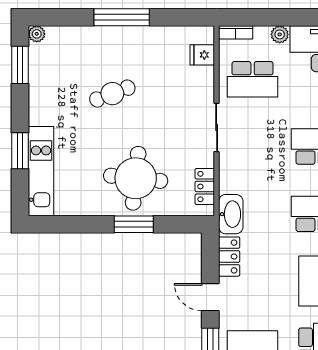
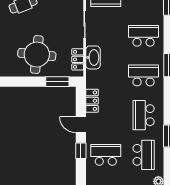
washbasin: (231, 214) -> (93, 57), moved
window: (134, 224) -> (57, 82), moved

